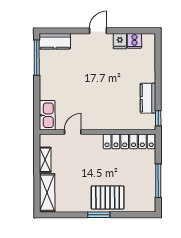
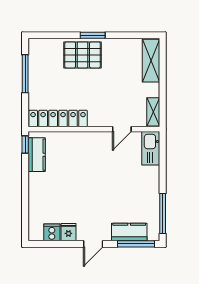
window: (60, 31) -> (136, 244), added
kitchen counter: (55, 41) -> (129, 232), moved
kitchen counter: (148, 98) -> (37, 155), moved
shelving: (45, 160) -> (153, 112), moved

